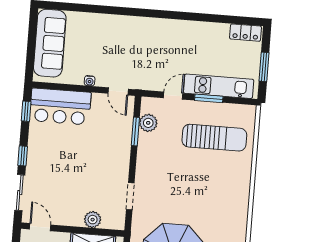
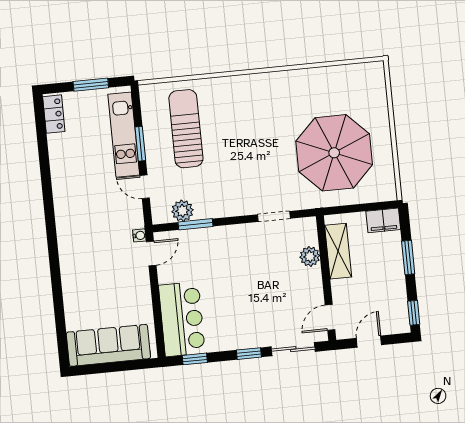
water cooler: (90, 81) -> (139, 235), moved

